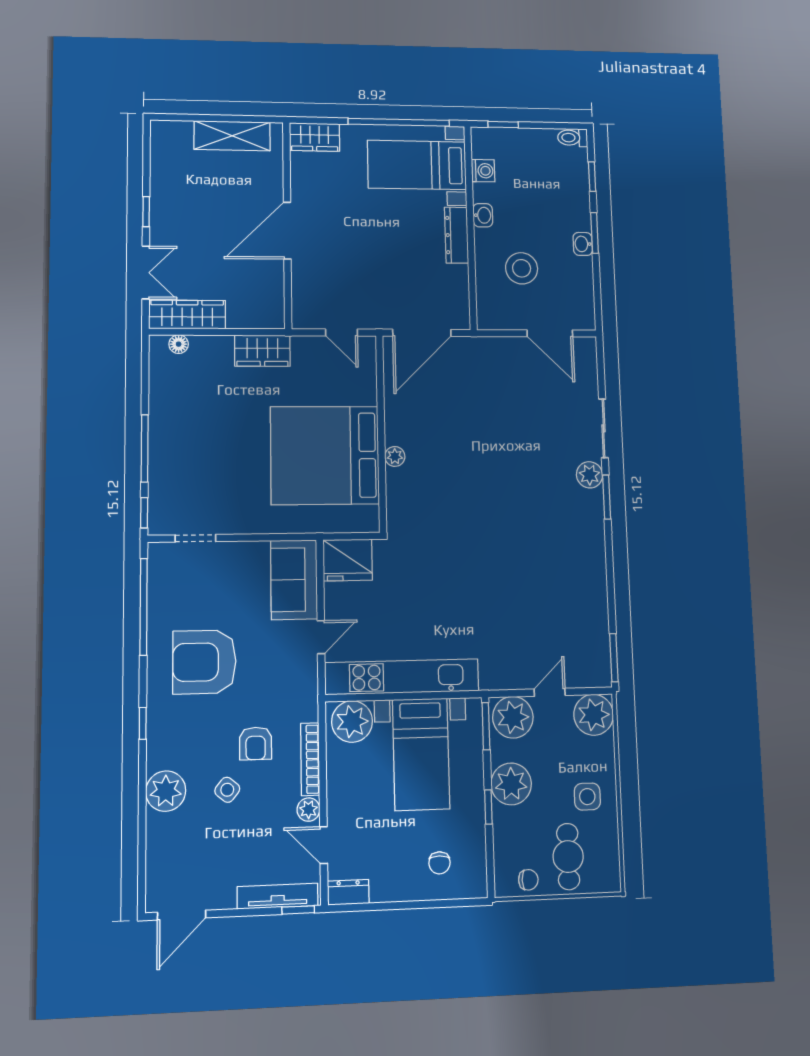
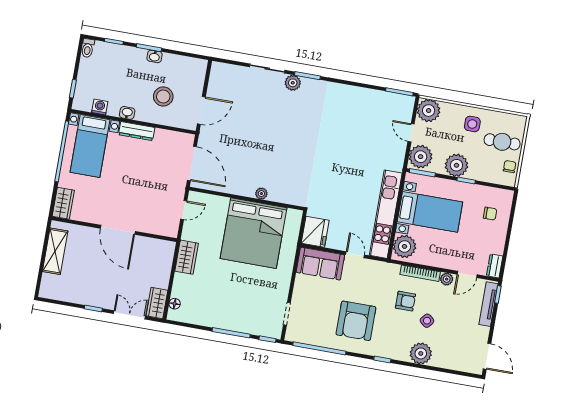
wardrobe: (187, 315) -> (157, 303), width x0.67
door: (550, 333) -> (201, 110), moved

